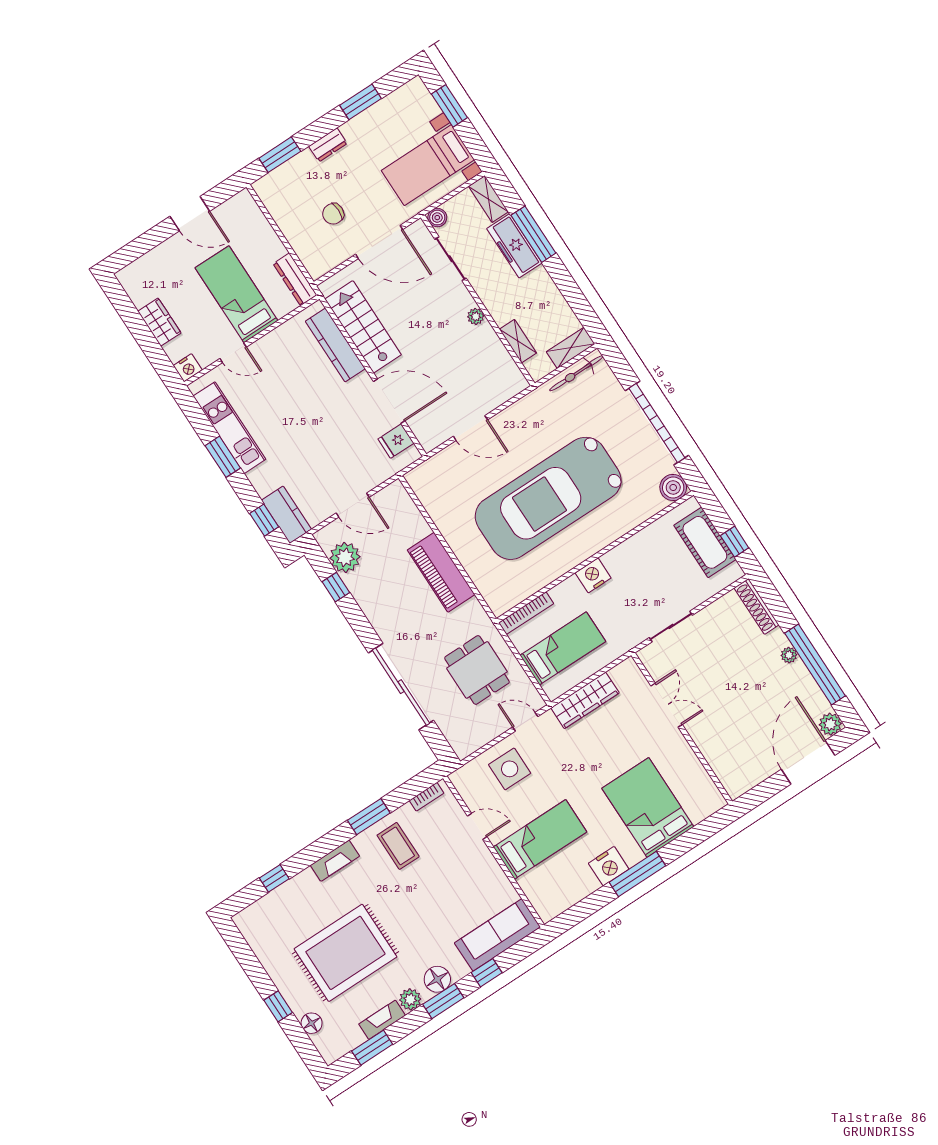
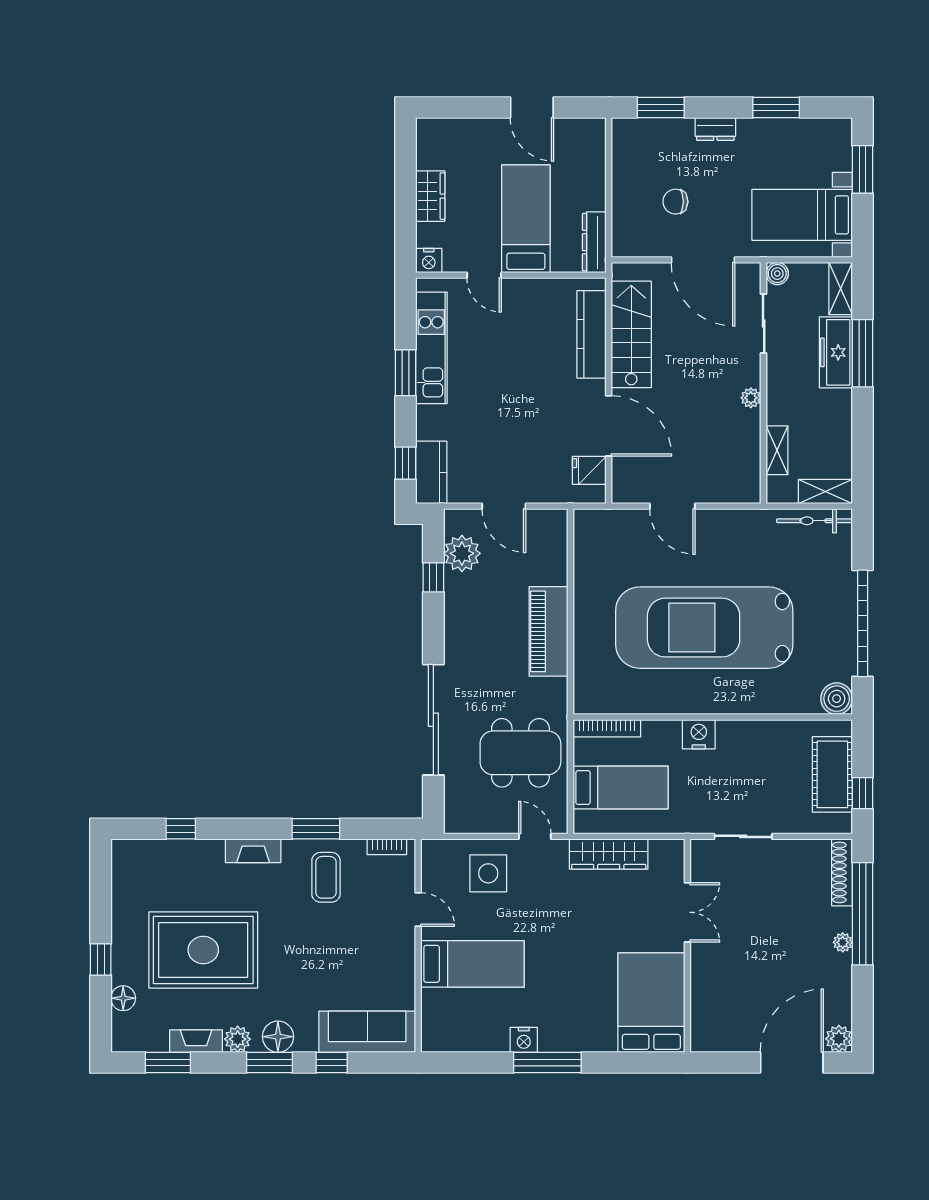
window: (815, 665) -> (863, 914), moved
dining table: (477, 670) -> (520, 753), width x1.38
bed: (648, 808) -> (651, 1003), moved
nightstand: (609, 866) -> (524, 1040), width x0.74, depth x0.75

